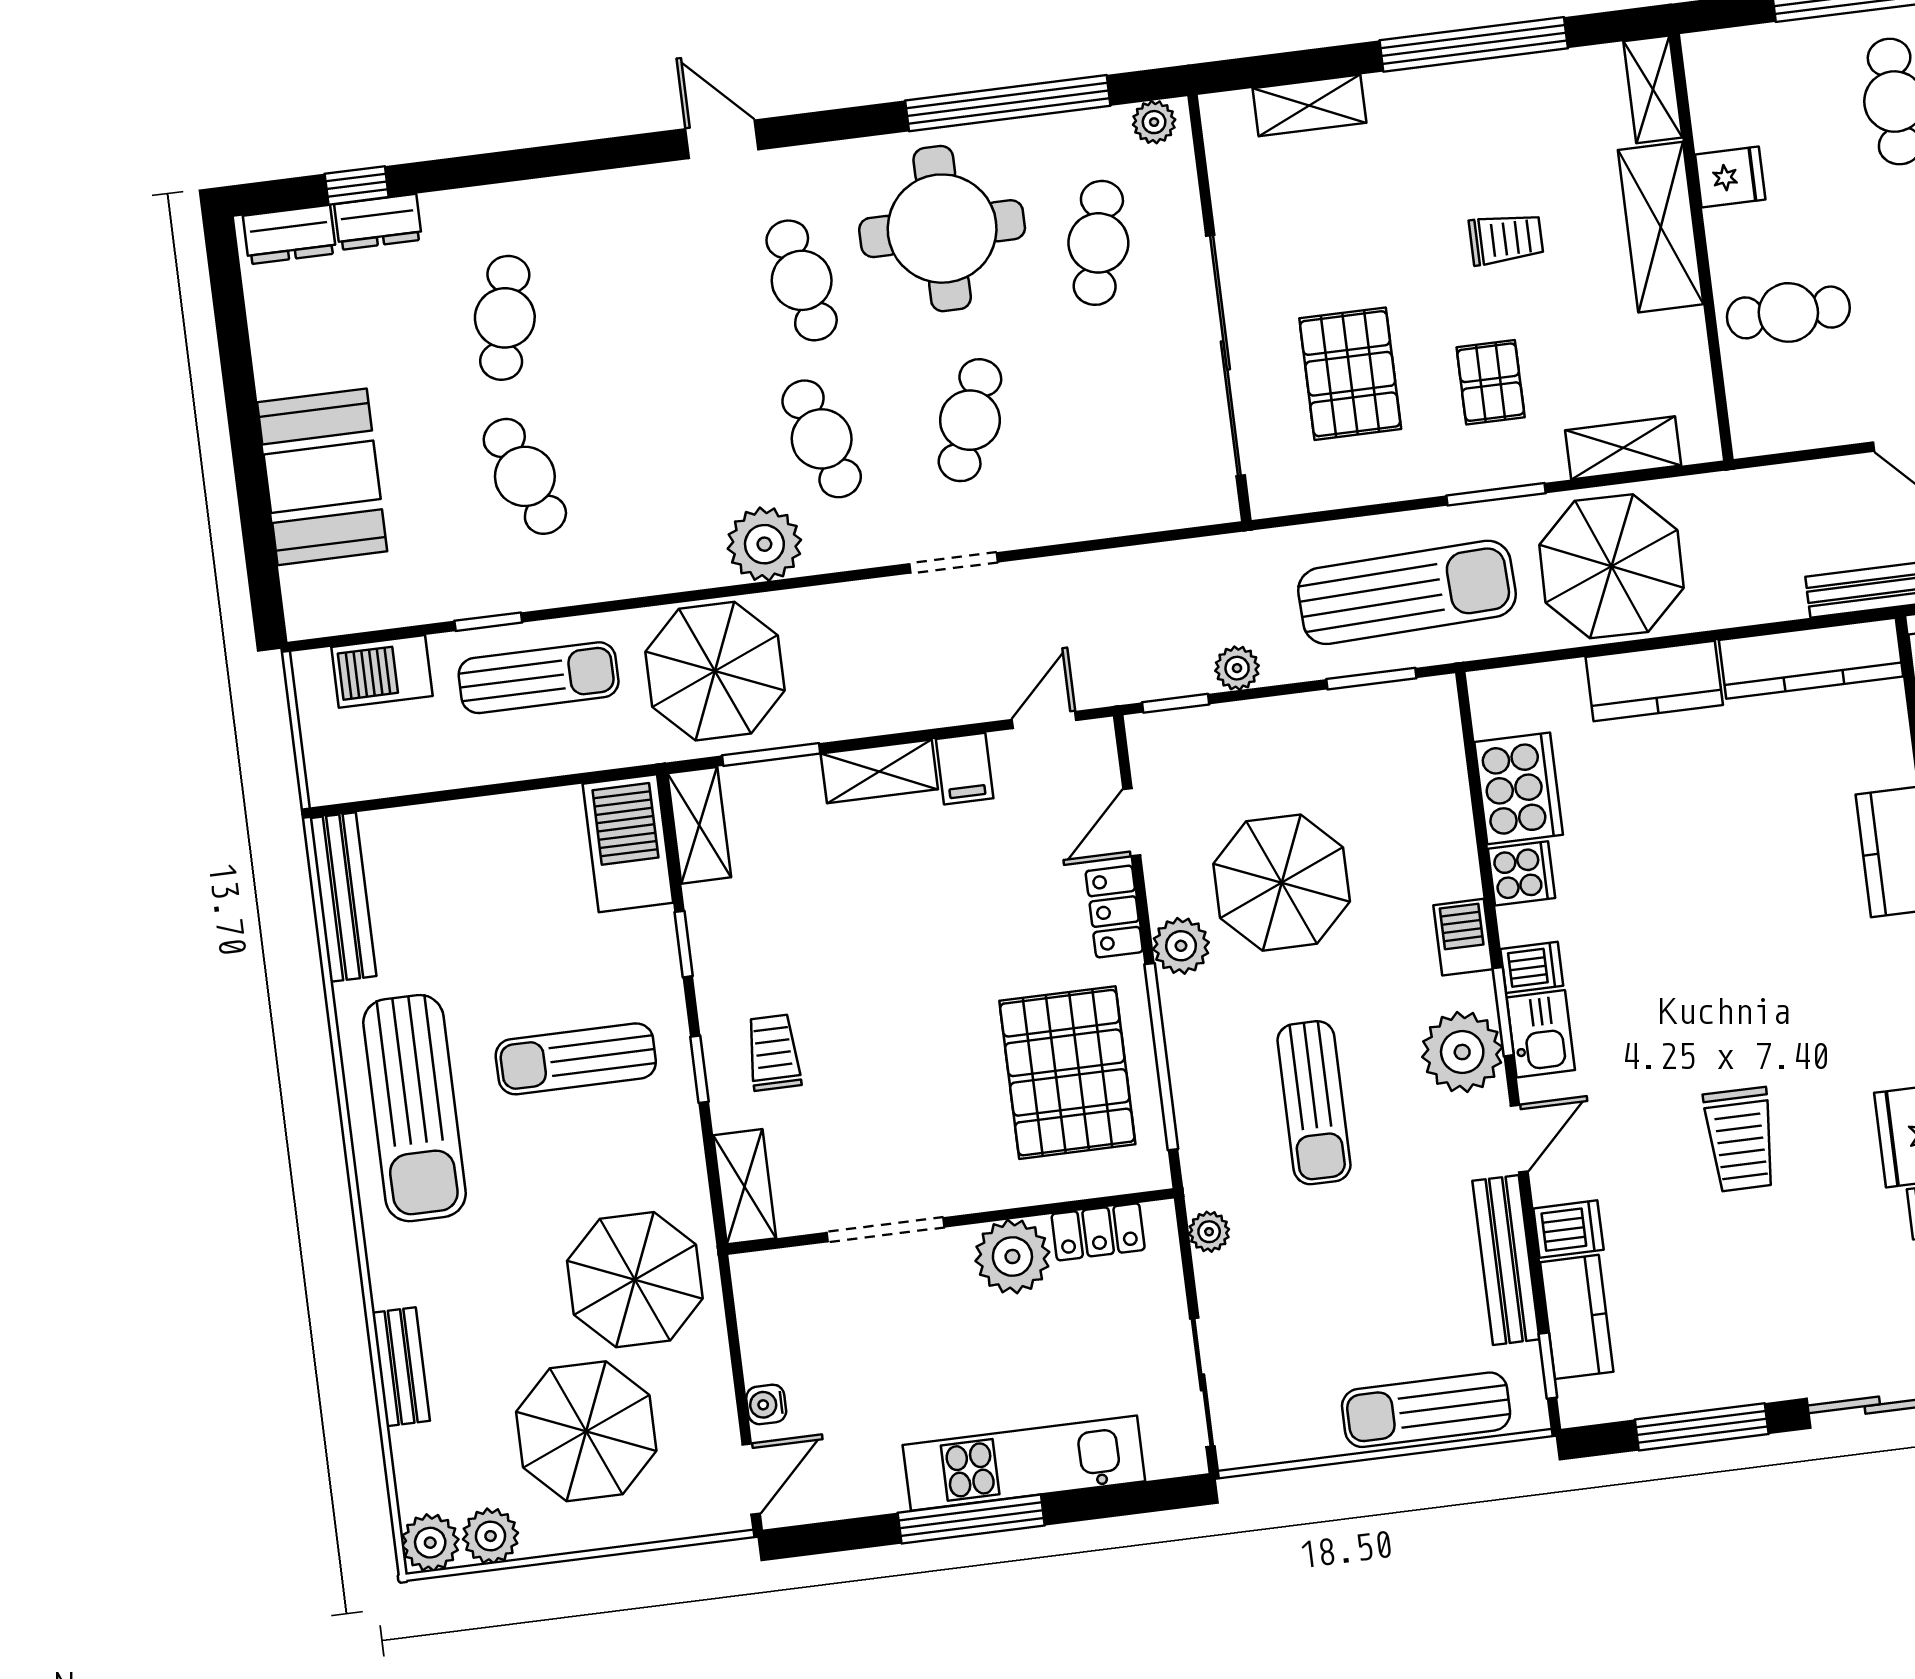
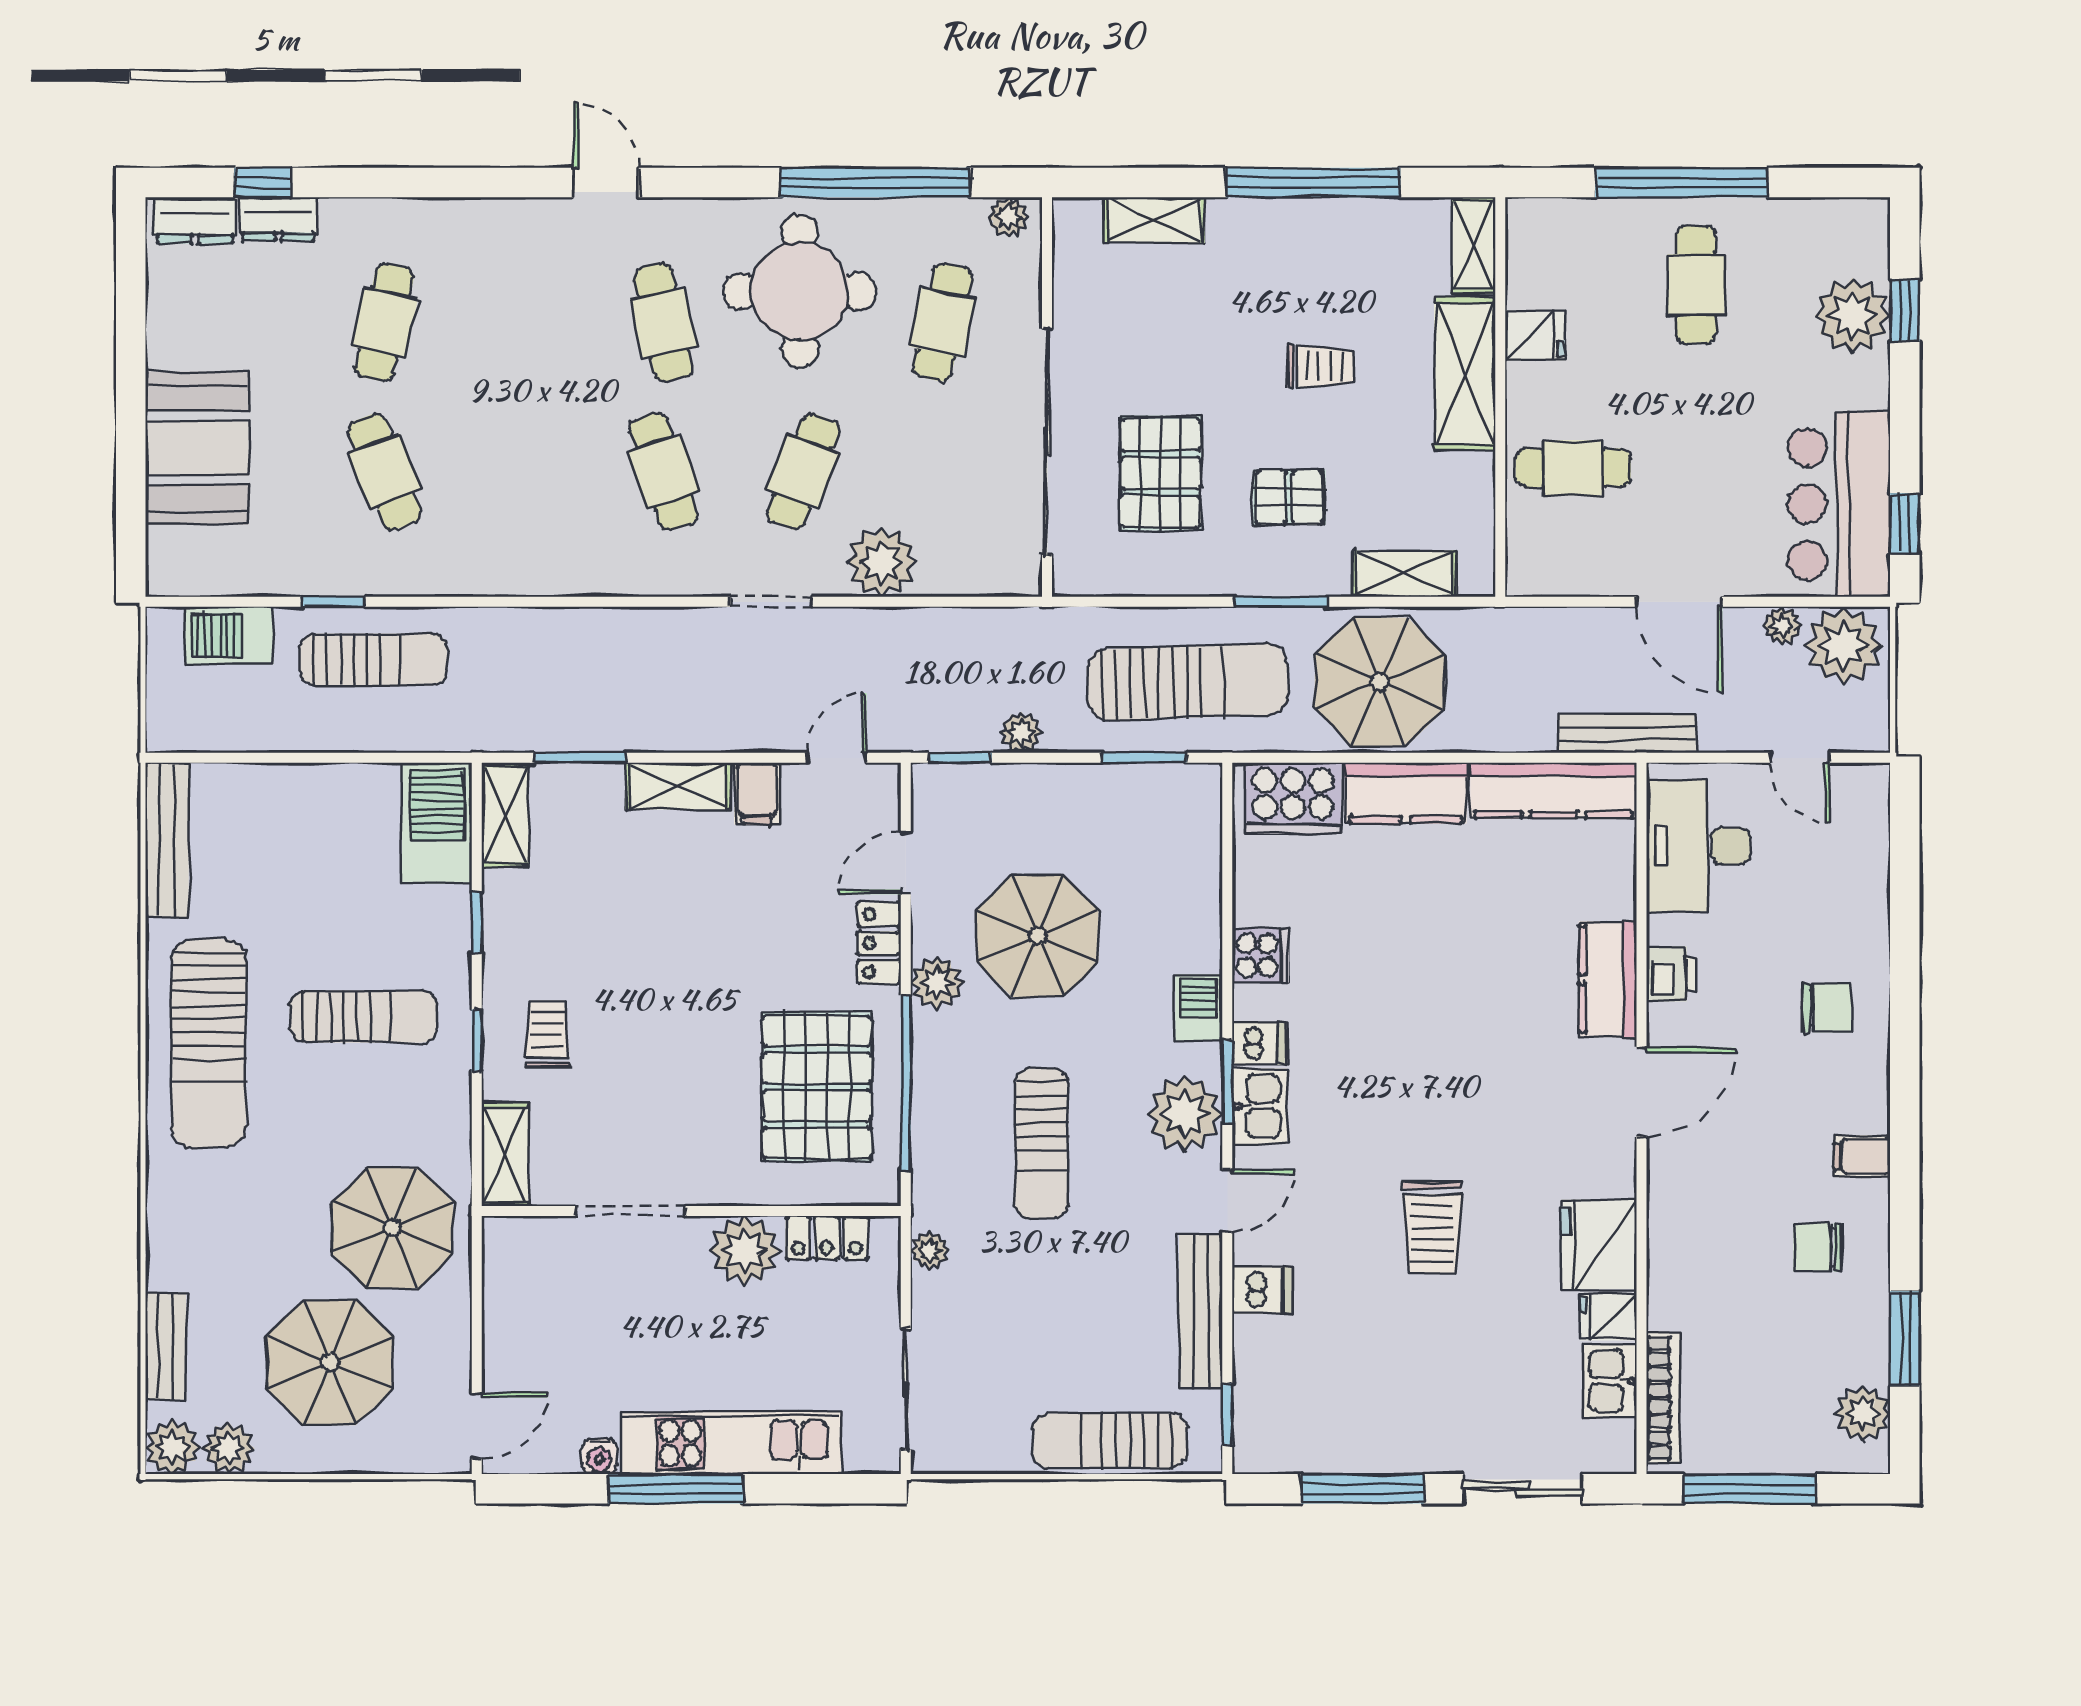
pallet: (1491, 382) -> (1289, 497), turned 90
plant: (764, 544) -> (882, 562), moved
parasol: (715, 671) -> (538, 674), removed
cooker: (1519, 788) -> (1293, 798), moved, turned 90
sun lounger: (576, 1059) -> (364, 1017), turned 180
kitchen counter: (1577, 1317) -> (1260, 1372), removed
bench: (401, 1367) -> (166, 1346), moved
water cooler: (766, 1404) -> (599, 1456), moved, turned -90

